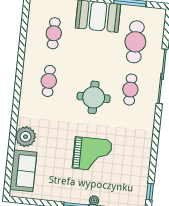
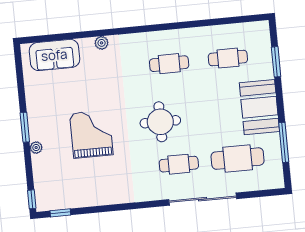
plant: (25, 137) -> (102, 43), width x0.53, depth x0.53
grand piano: (92, 154) -> (91, 134), turned 180

